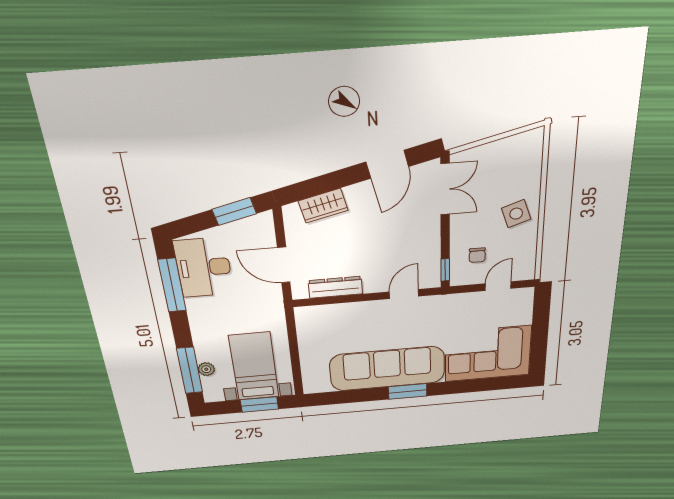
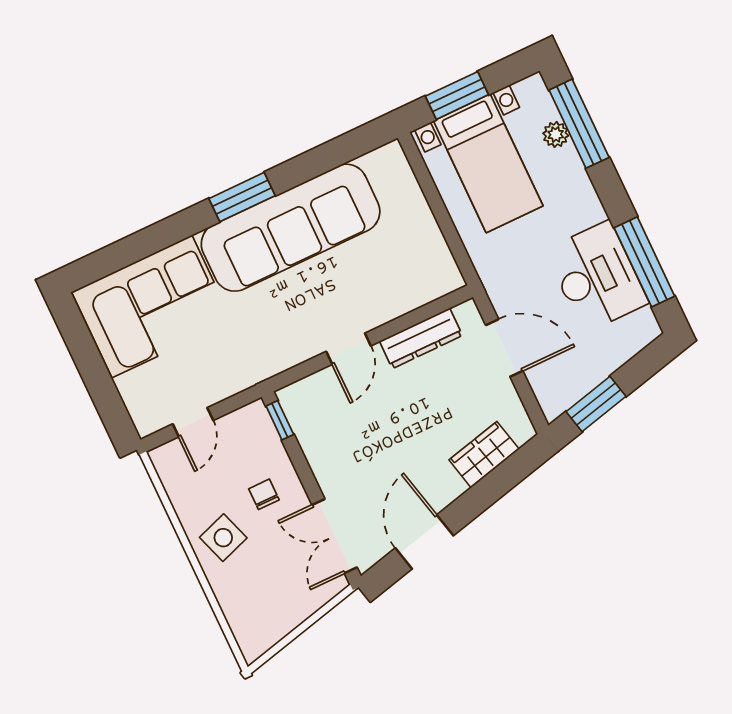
chair: (477, 255) -> (264, 494), moved
desk: (204, 267) -> (597, 277), moved
door: (404, 294) -> (349, 349), moved

